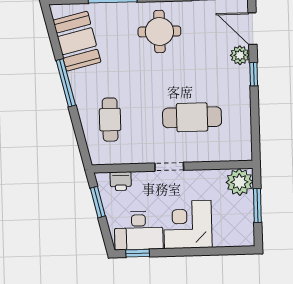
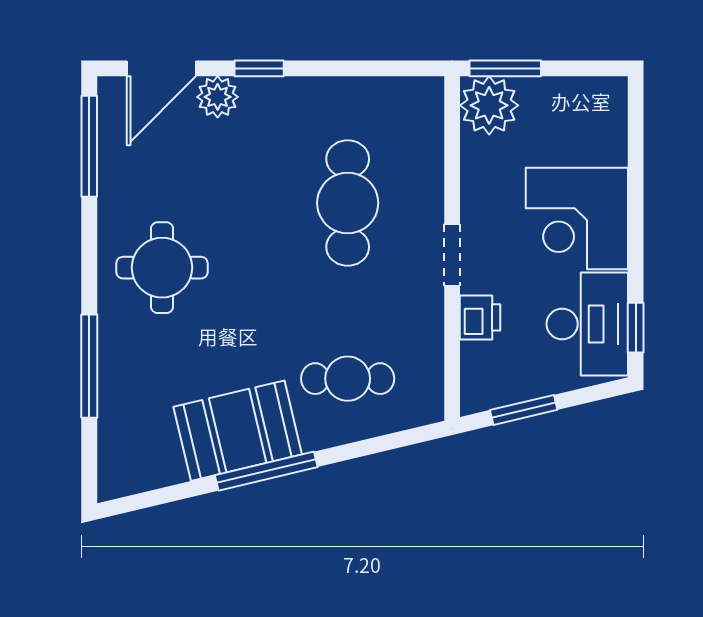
booth: (77, 41) -> (238, 431), moved
printer: (121, 181) -> (480, 317), moved
window: (257, 206) -> (505, 68), moved

